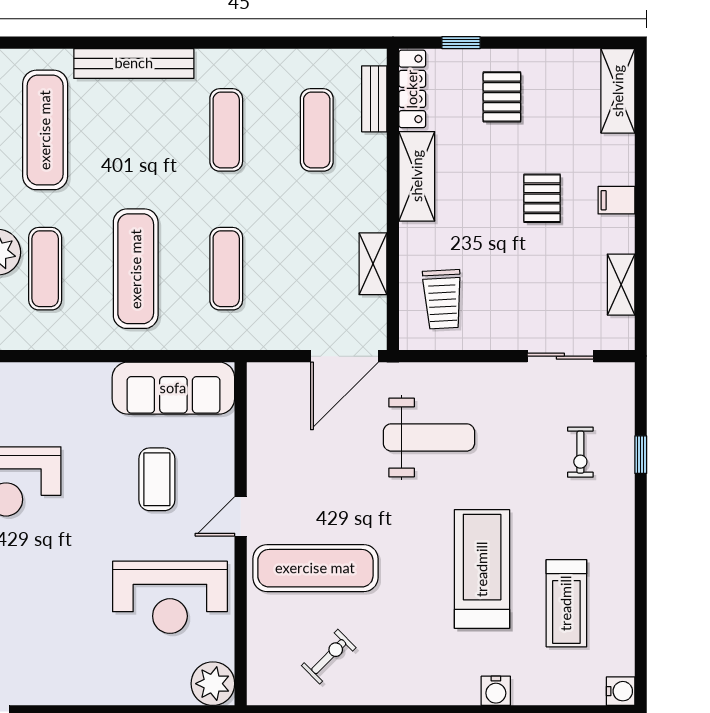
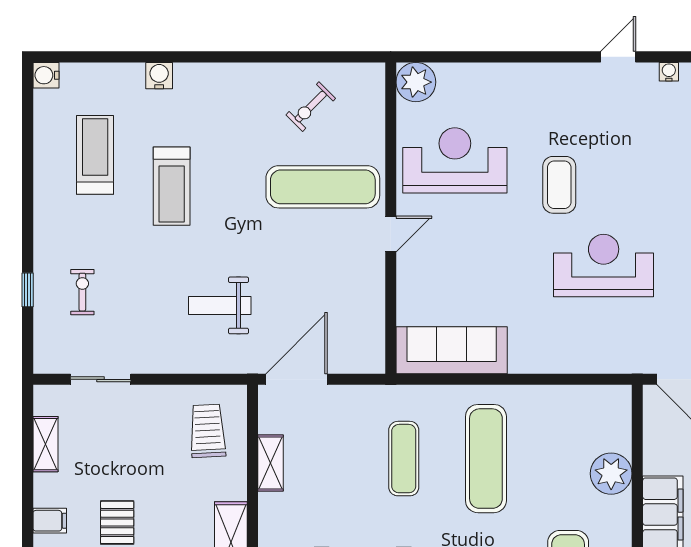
exercise mat: (45, 269) -> (568, 459), removed
weight bench: (429, 437) -> (220, 305), width x0.73, depth x0.75
coffee table: (157, 479) -> (559, 185), moved
treadmill: (482, 569) -> (172, 186), width x0.73, depth x0.73

